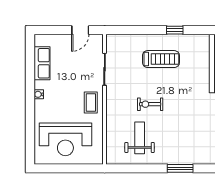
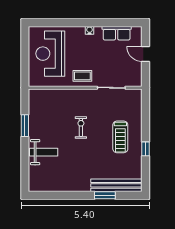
door: (80, 30) -> (145, 54), moved
weight bench: (140, 138) -> (44, 152), moved
window: (180, 168) -> (25, 126), moved

